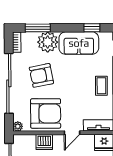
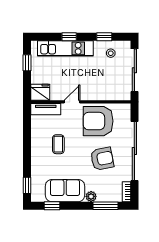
plant: (48, 42) -> (91, 196), width x0.53, depth x0.53
coffee table: (101, 86) -> (58, 144), moved
plant: (18, 126) -> (126, 108), removed
dishwasher: (44, 142) -> (100, 93), removed

